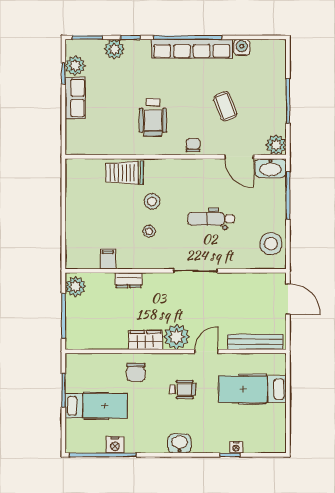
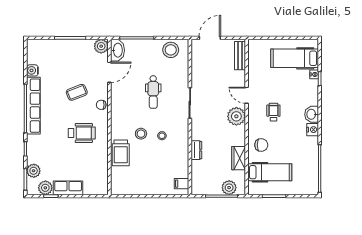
plant: (114, 49) -> (34, 171), moved
coffee table: (225, 106) -> (77, 92), moved
filing cabinet: (108, 259) -> (182, 184), moved
plant: (75, 287) -> (229, 188), moved
wardrobe: (146, 340) -> (239, 158), moved
bench: (255, 342) -> (240, 56), width x0.73
hospital bed: (252, 389) -> (295, 58), moved, turned 90
hospital bed: (96, 406) -> (270, 172), moved, turned 90
nightstand: (115, 445) -> (313, 130), moved

